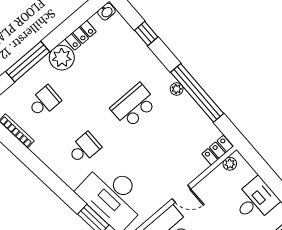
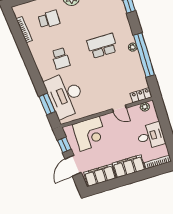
school desk: (84, 148) -> (61, 58), turned 90
door: (181, 194) -> (119, 108), moved

